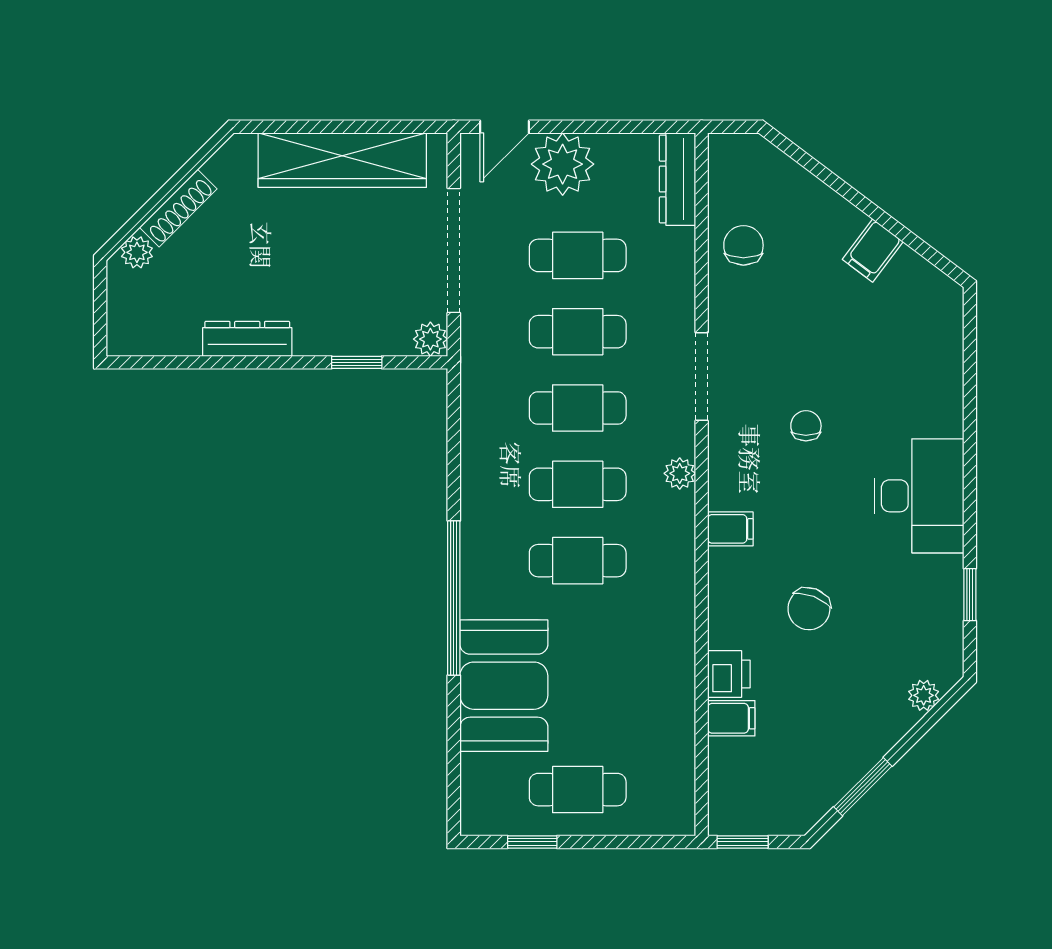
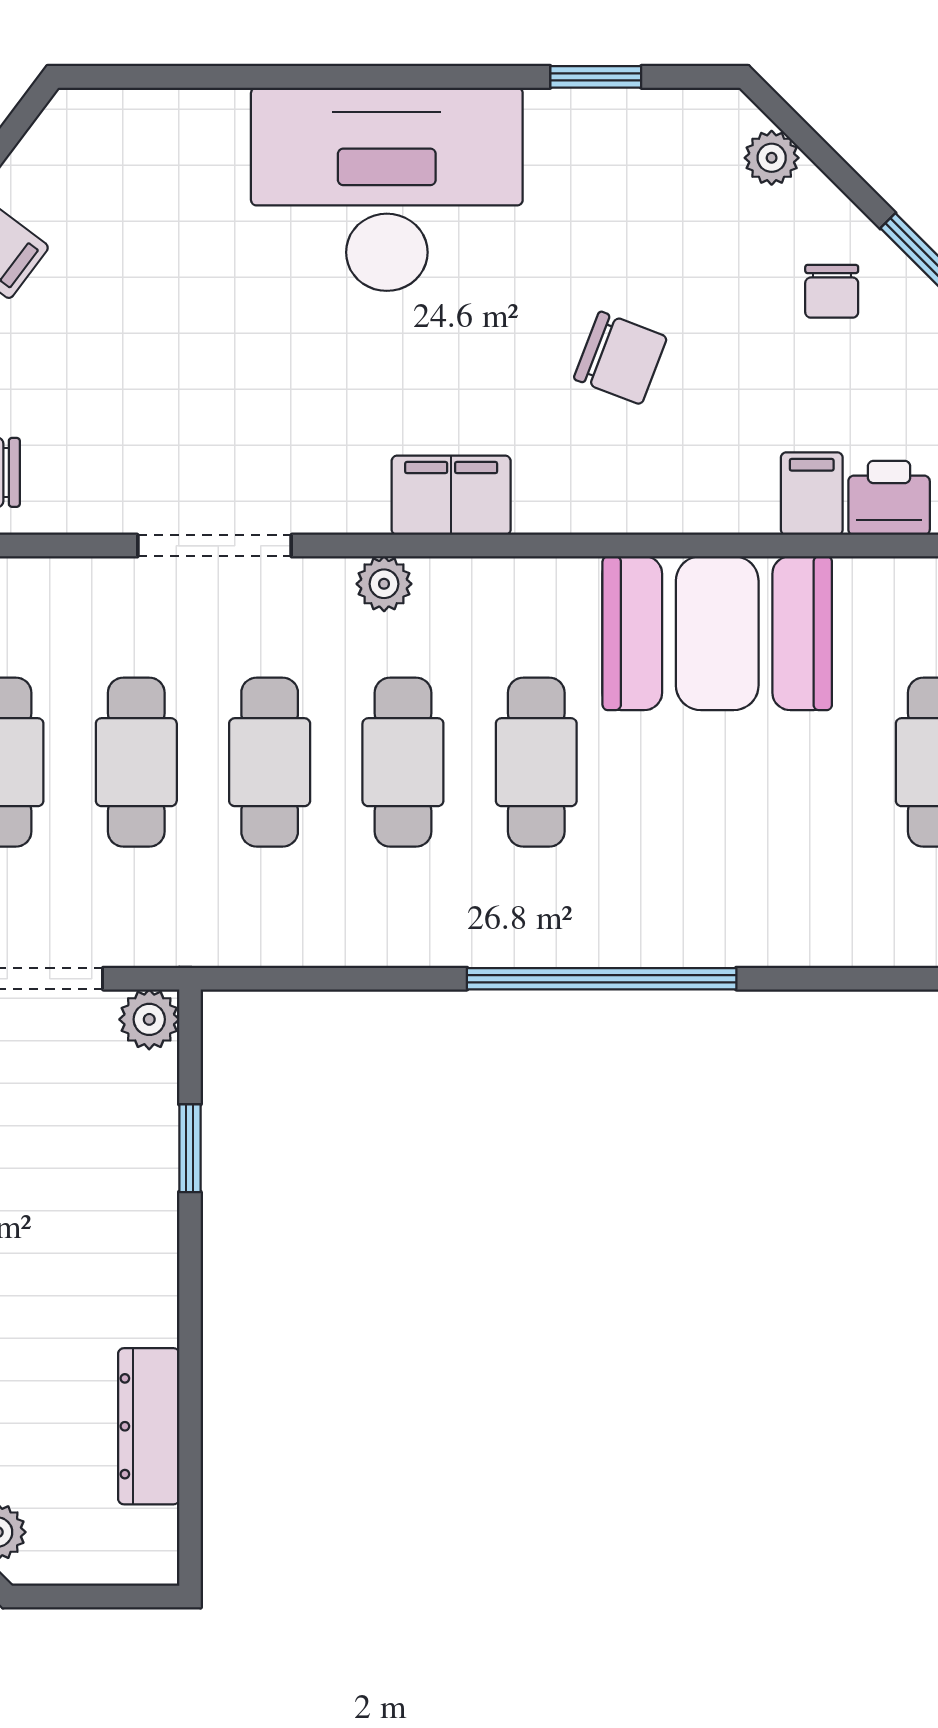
dresser: (247, 339) -> (149, 1426), moved
chair: (806, 426) -> (832, 291), moved, turned -90
desk: (919, 496) -> (387, 189), width x1.36, depth x1.30
filing cabinet: (730, 529) -> (451, 495), width x2.00
printer: (729, 674) -> (889, 498), moved
booth: (504, 686) -> (717, 633), moved

